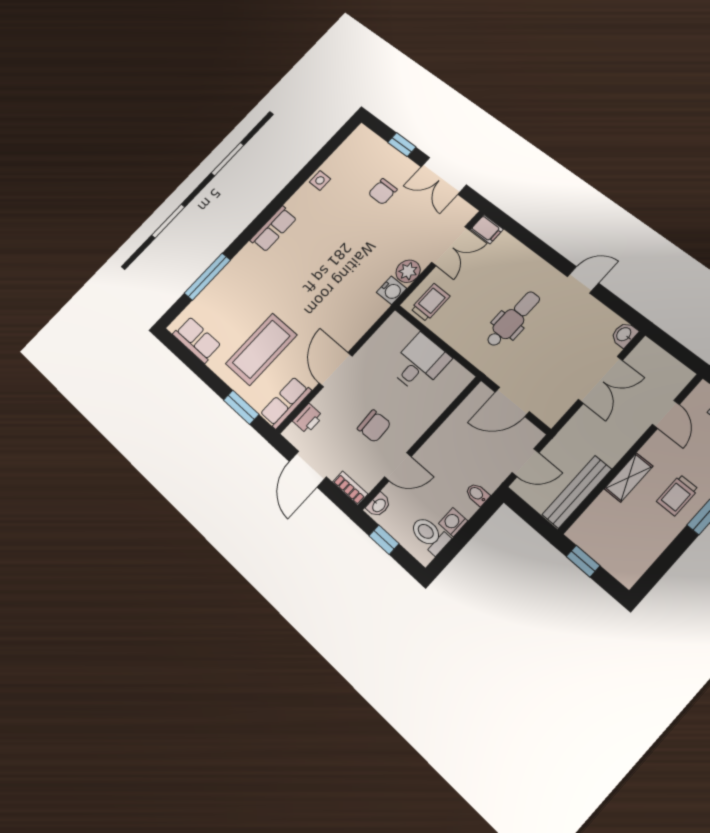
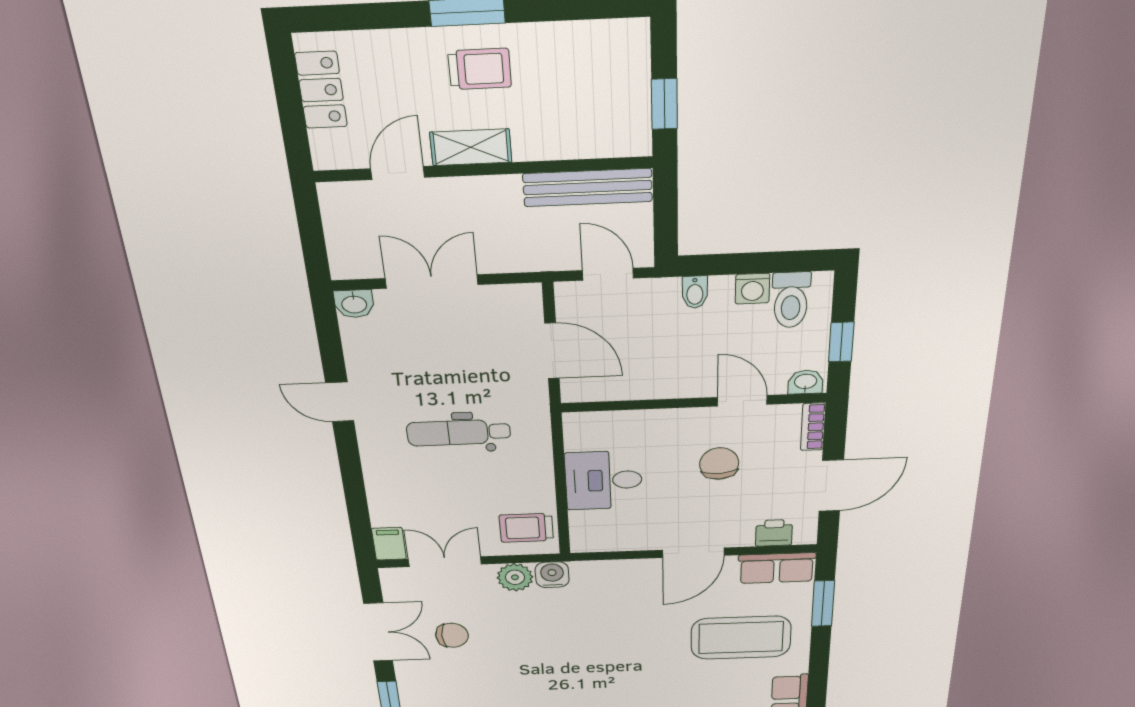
chair: (383, 192) -> (452, 635), moved
shelving: (628, 477) -> (471, 147), moved

